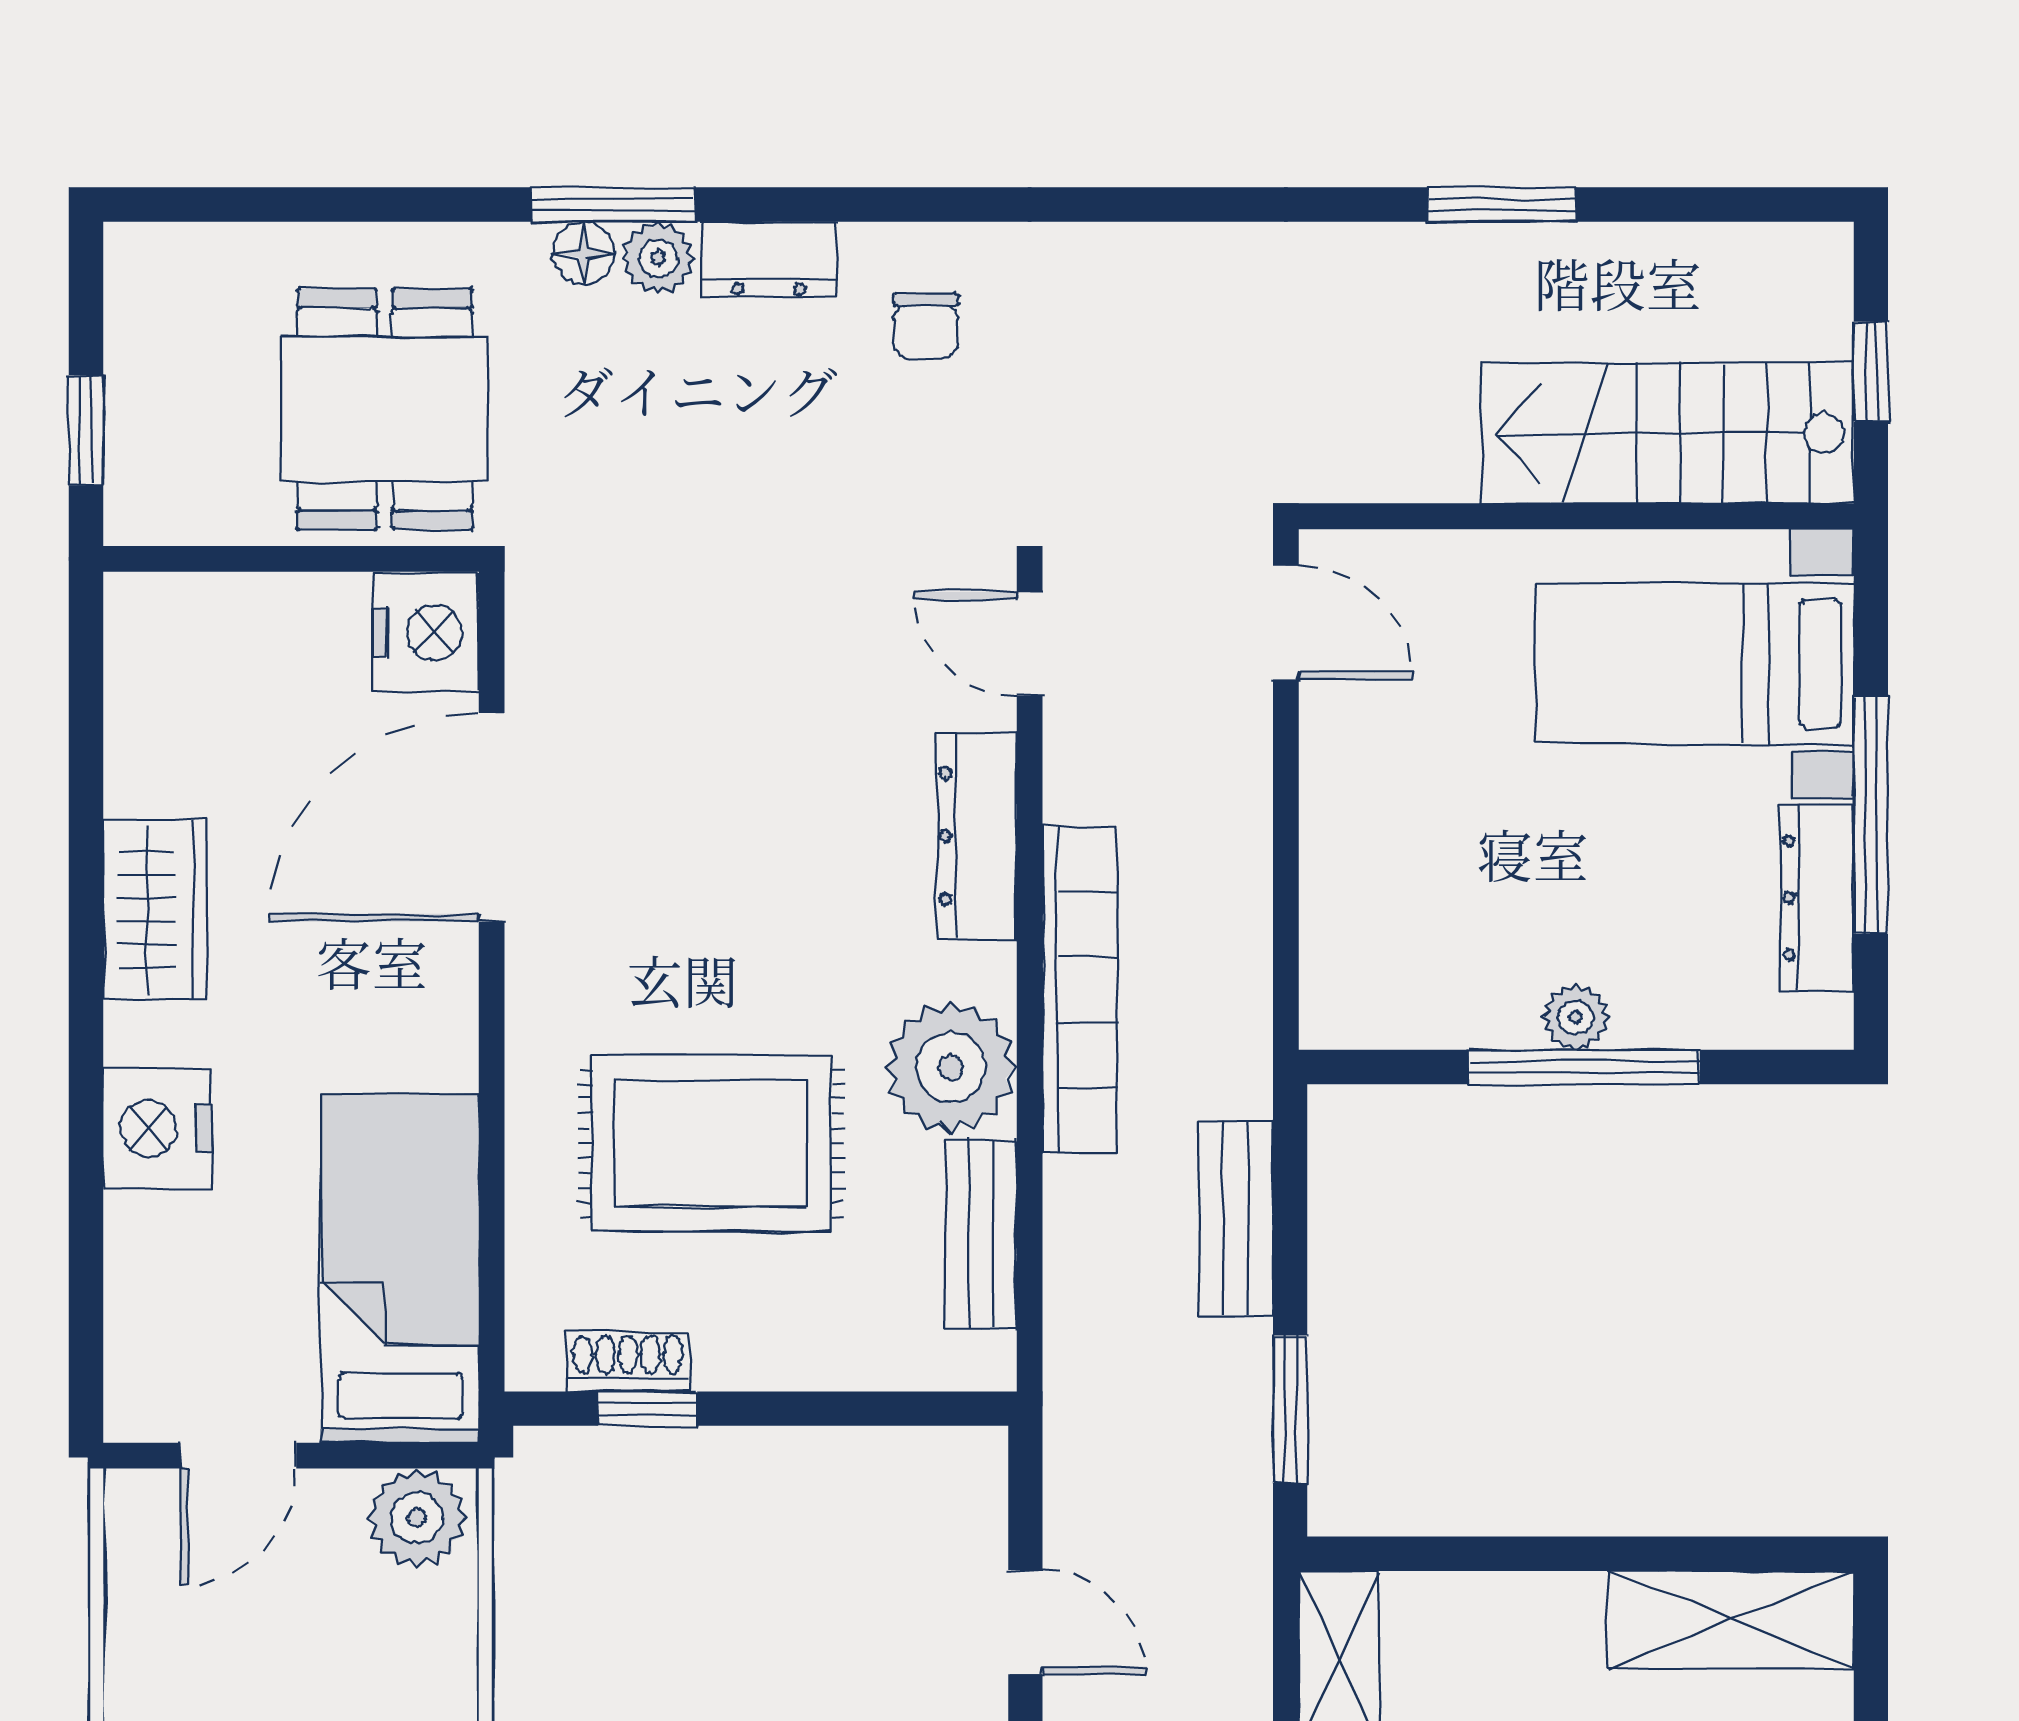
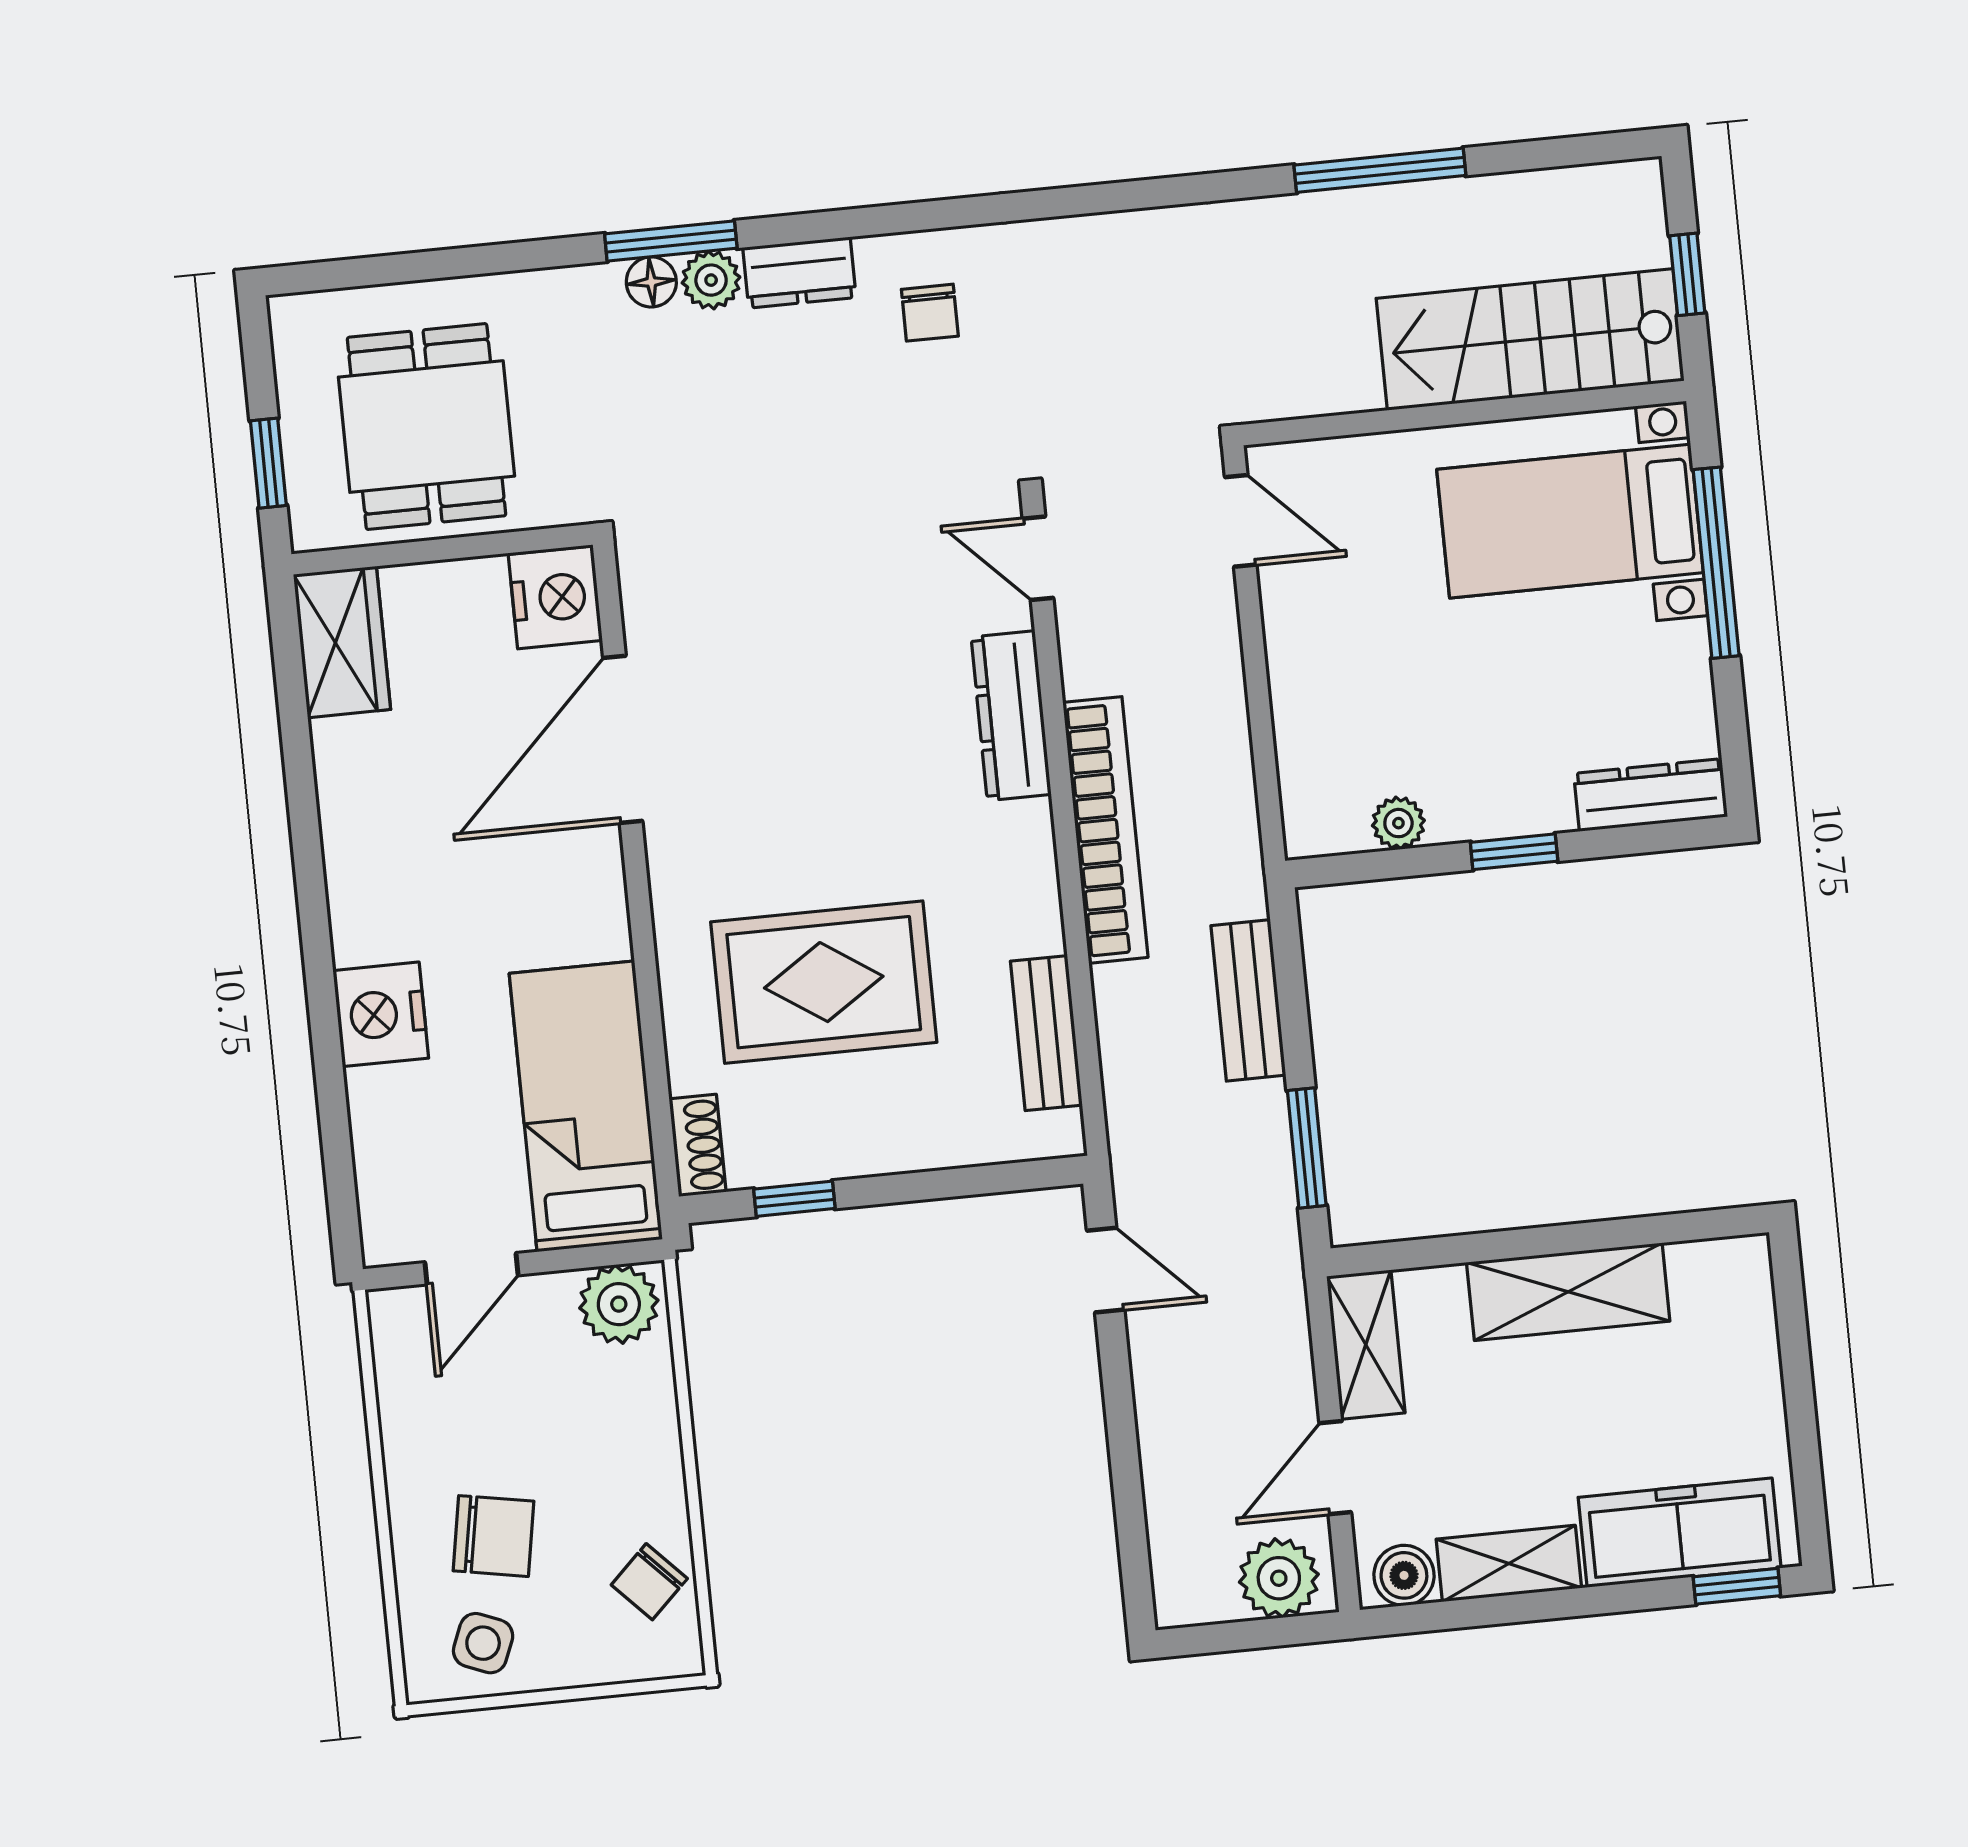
window: (1502, 205) -> (1380, 170), width x1.44
dining table: (385, 409) -> (427, 427), moved
window: (1871, 815) -> (1716, 563), moved
dresser: (1817, 898) -> (1651, 795), moved, turned 90
wardrobe: (155, 910) -> (342, 642), moved
plant: (1576, 1017) -> (1398, 823), moved
plant: (951, 1067) -> (1009, 902), removed
window: (1584, 1067) -> (1514, 852), width x0.46
shoe rack: (628, 1362) -> (698, 1145), moved, turned 90
shelving: (1731, 1620) -> (1568, 1292), moved
door: (1025, 1622) -> (1106, 1270), moved

